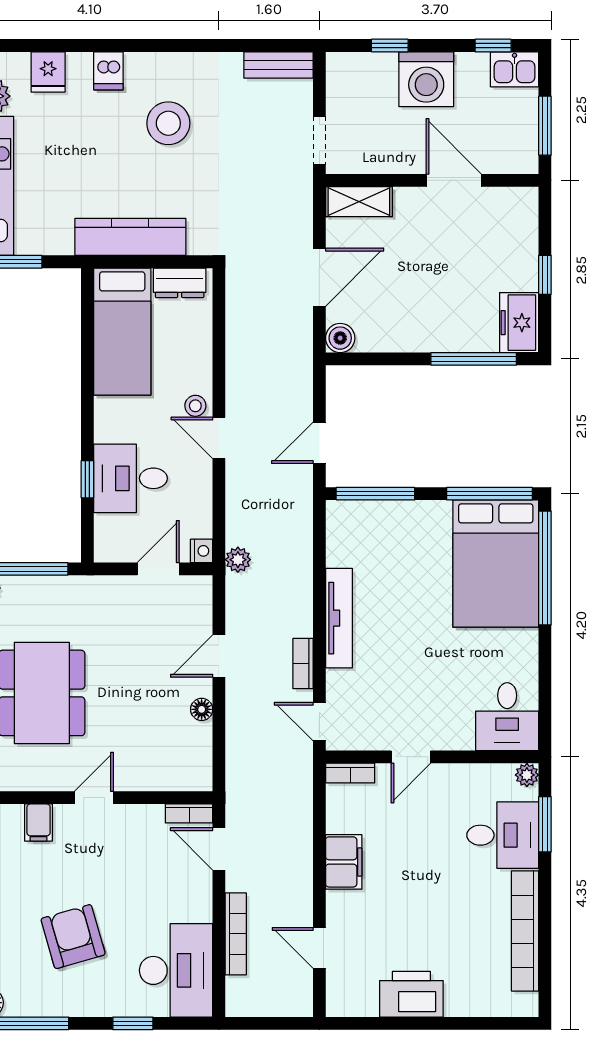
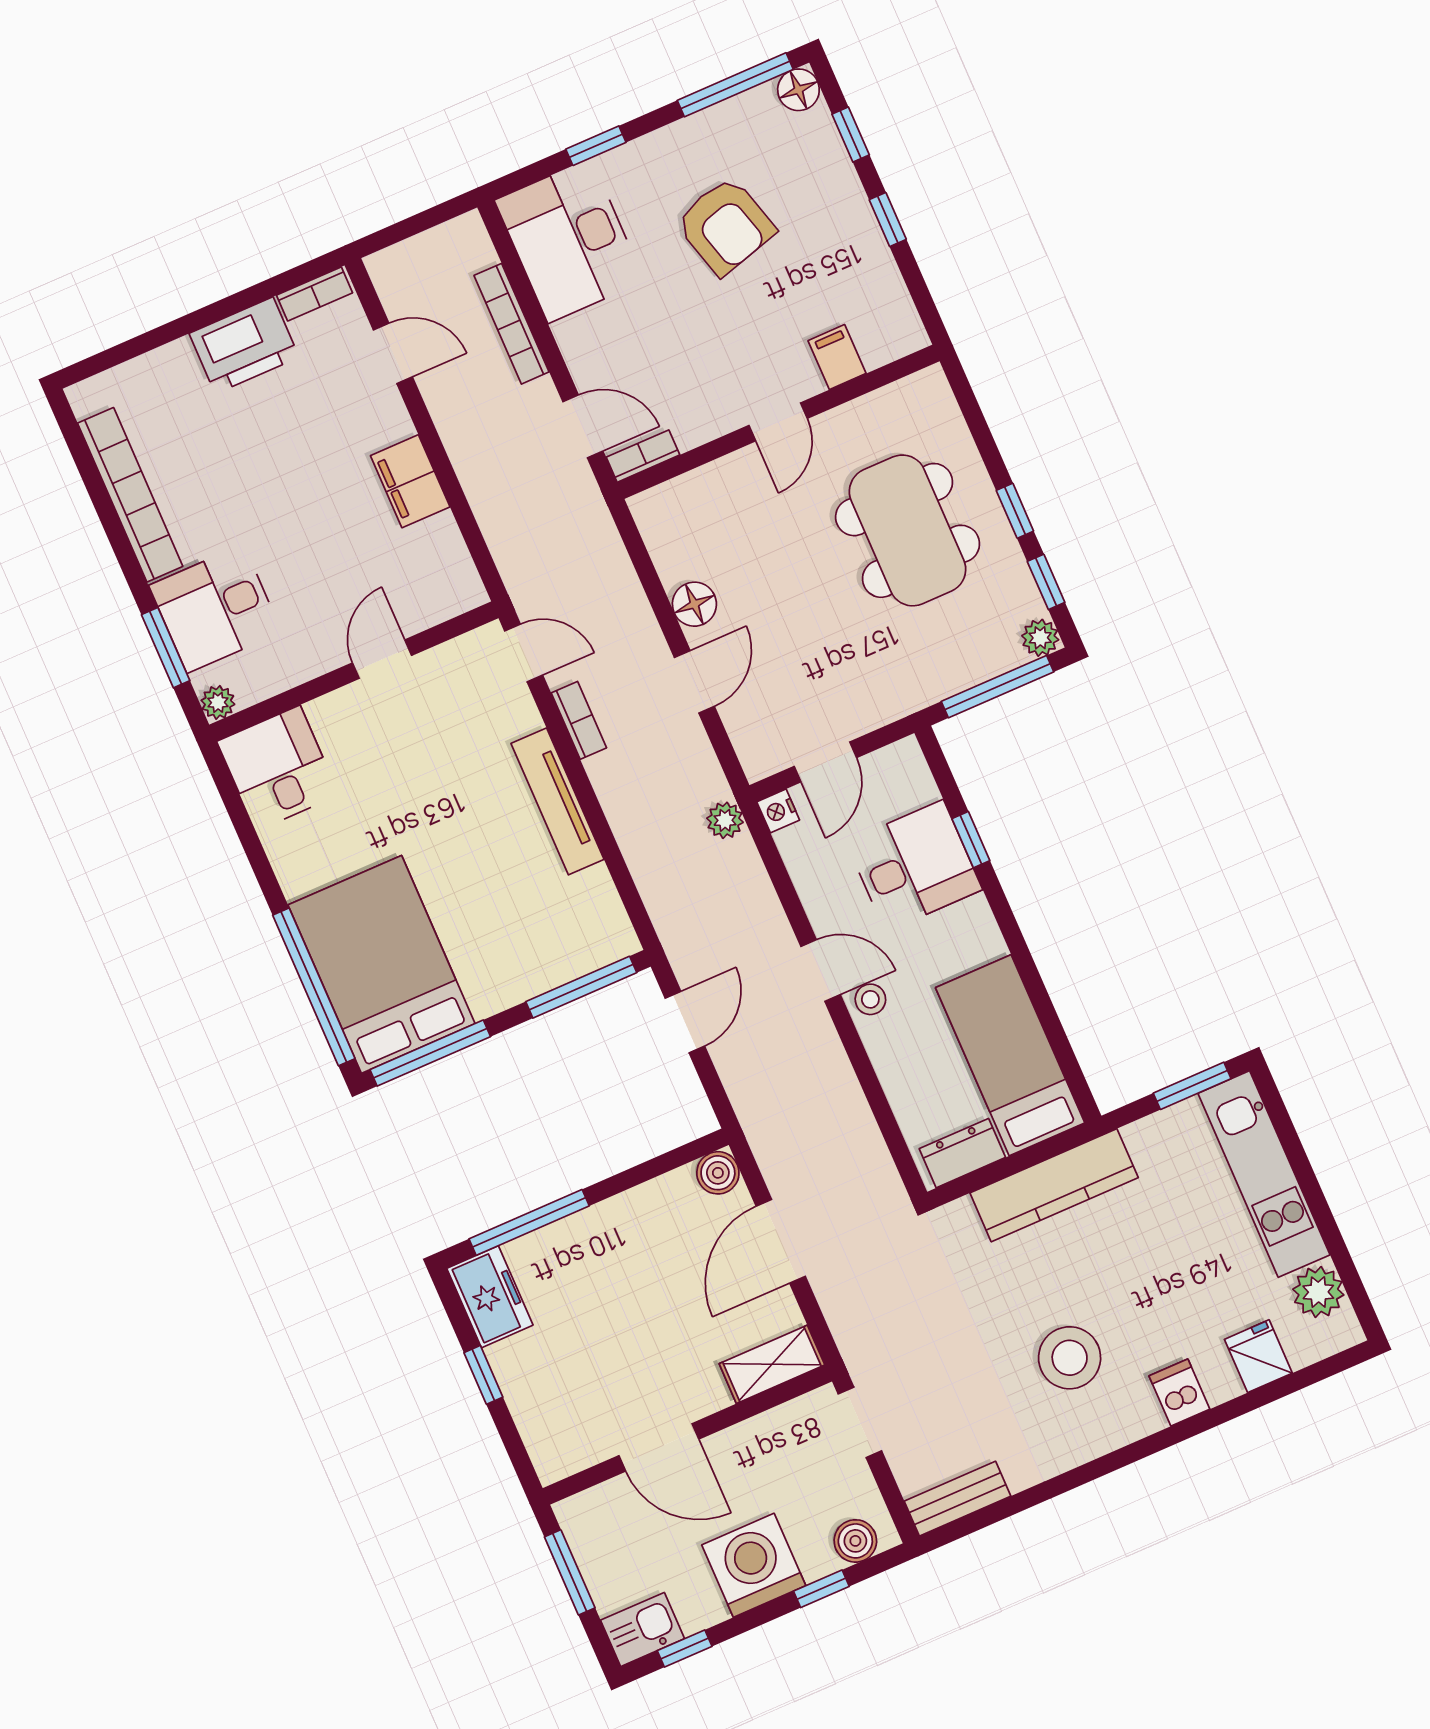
boiler: (355, 66) -> (855, 1541), added
floor lamp: (202, 709) -> (694, 604), width x1.37, depth x1.37
bookcase: (350, 773) -> (315, 294), moved, turned 180

